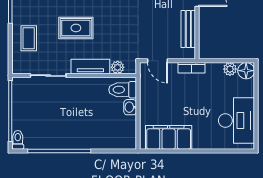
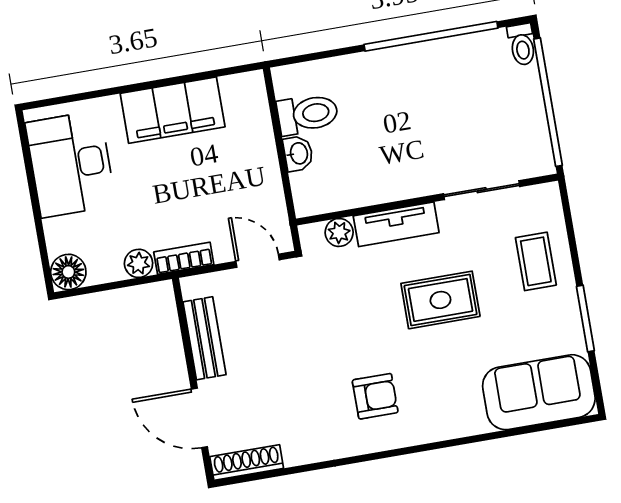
plant: (230, 69) -> (139, 263), moved
toilet: (123, 90) -> (308, 114), moved
filing cabinet: (169, 137) -> (173, 110), moved

